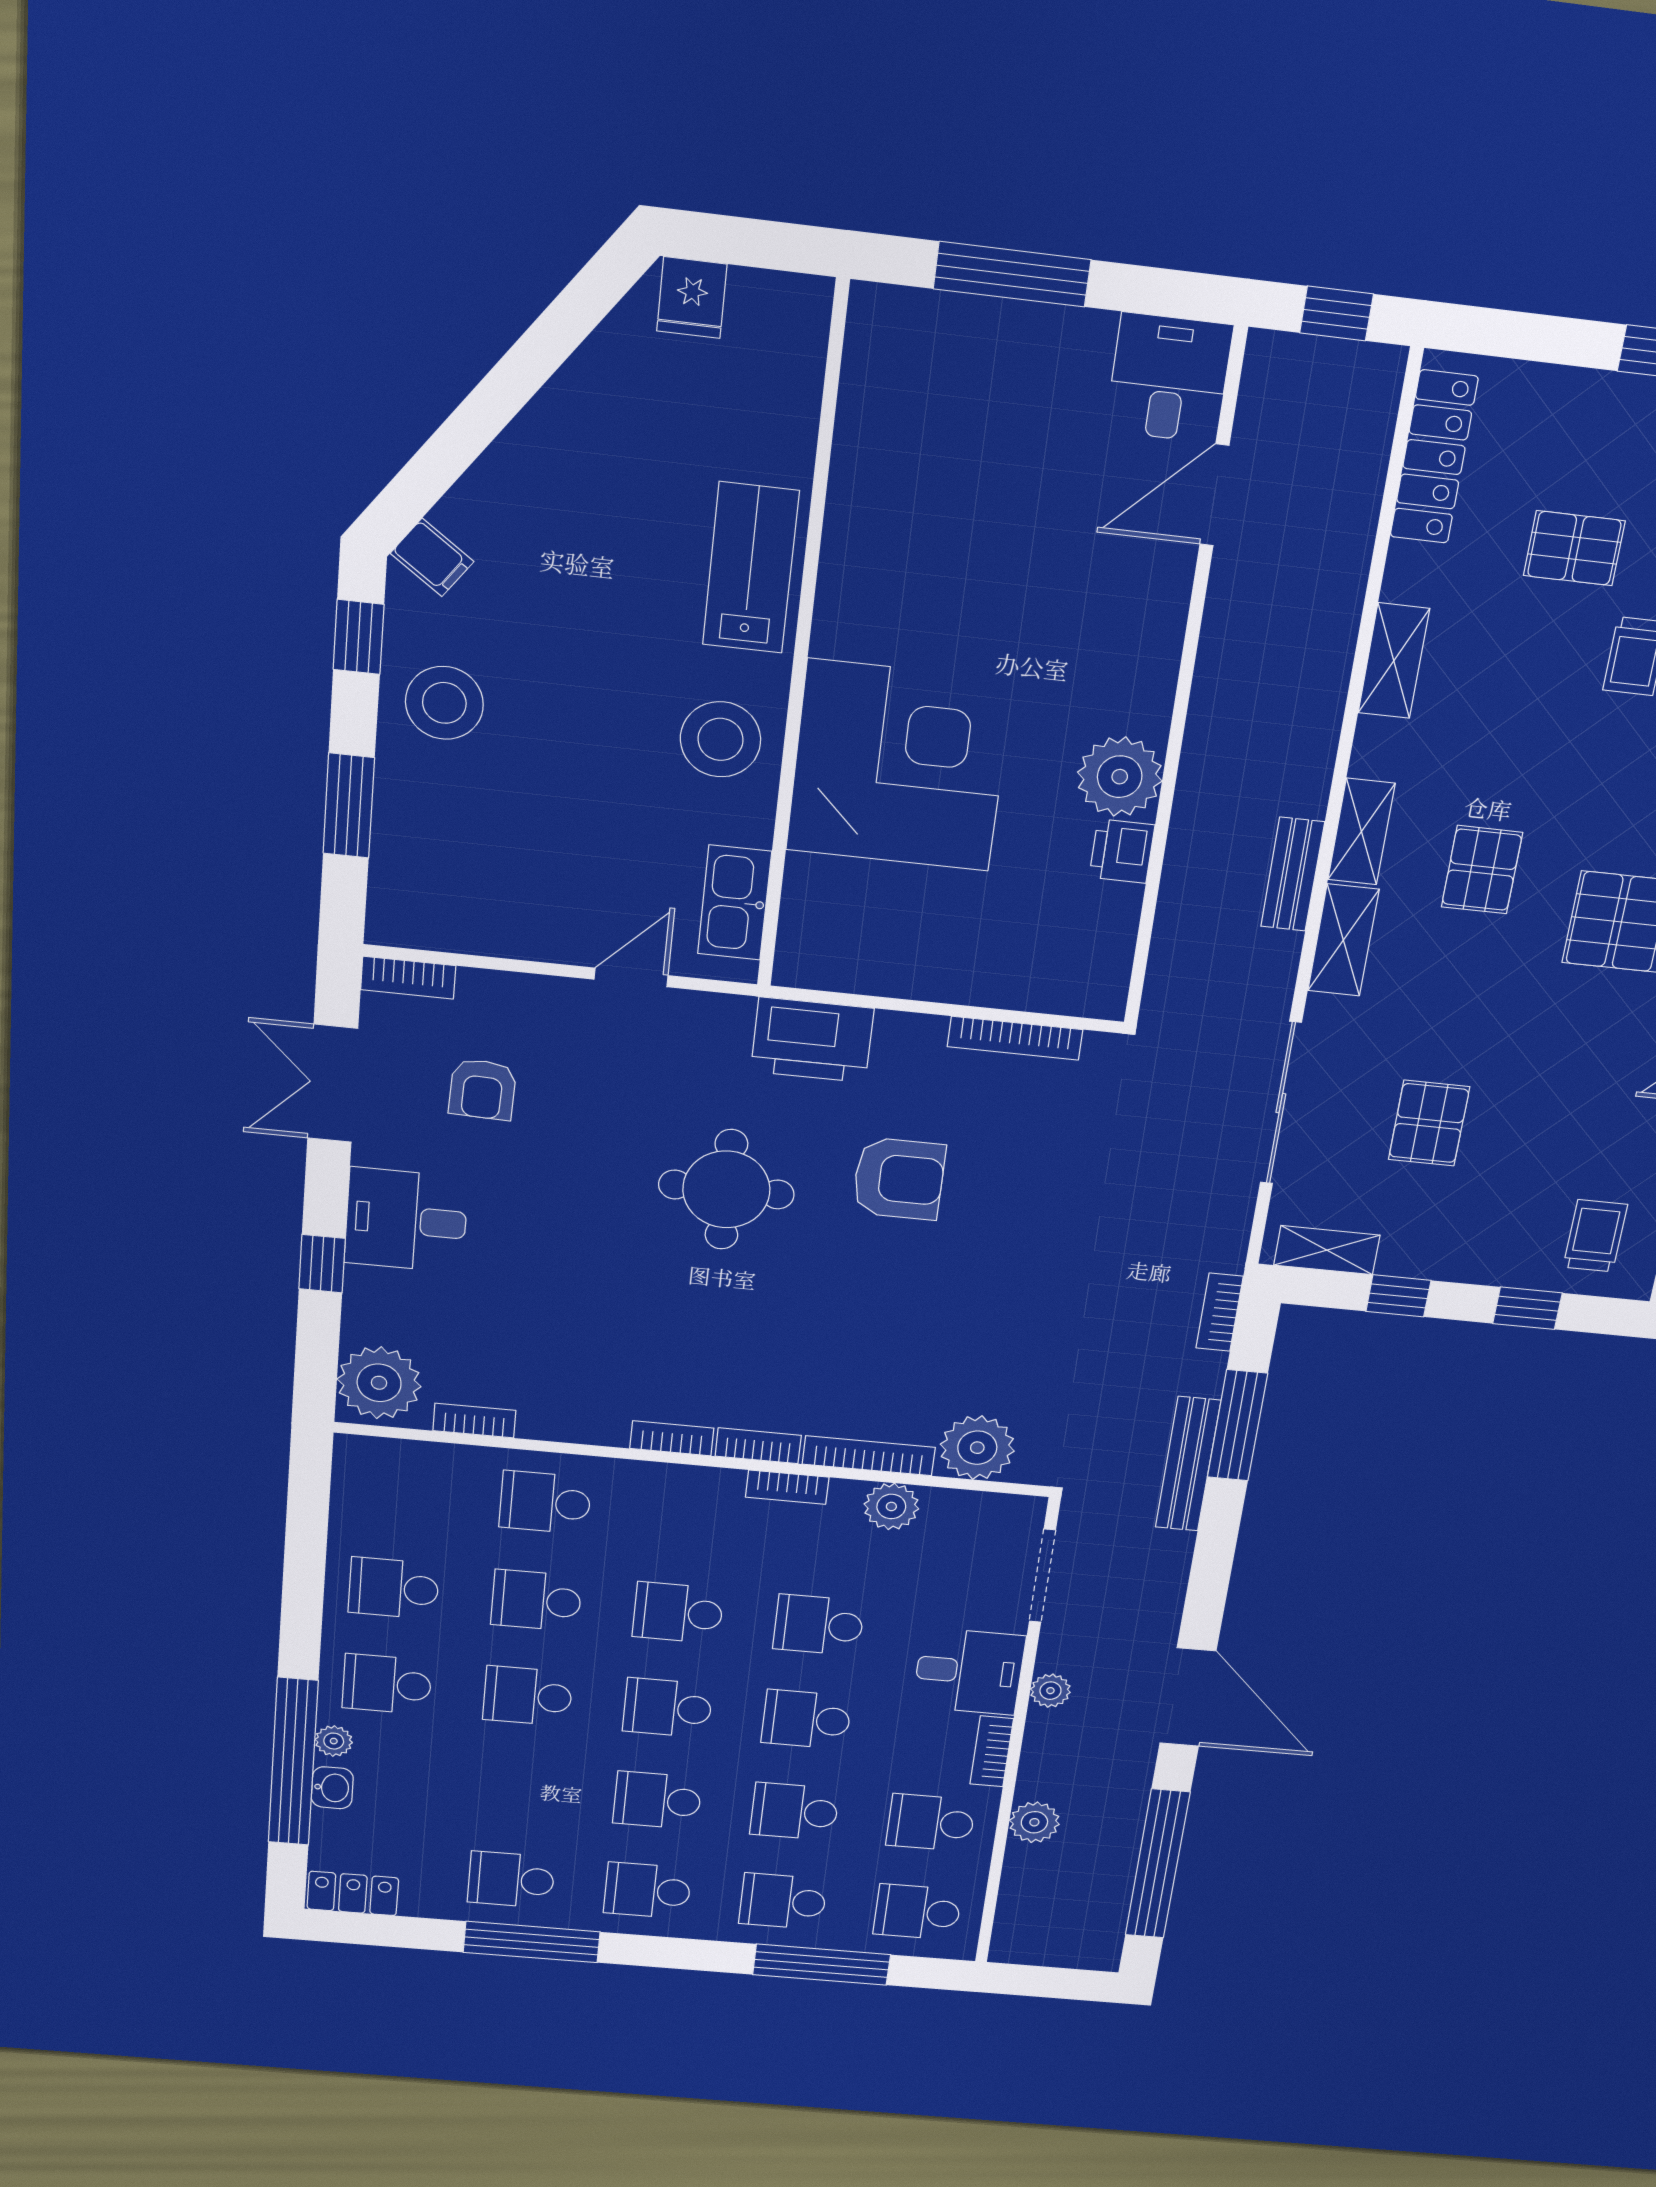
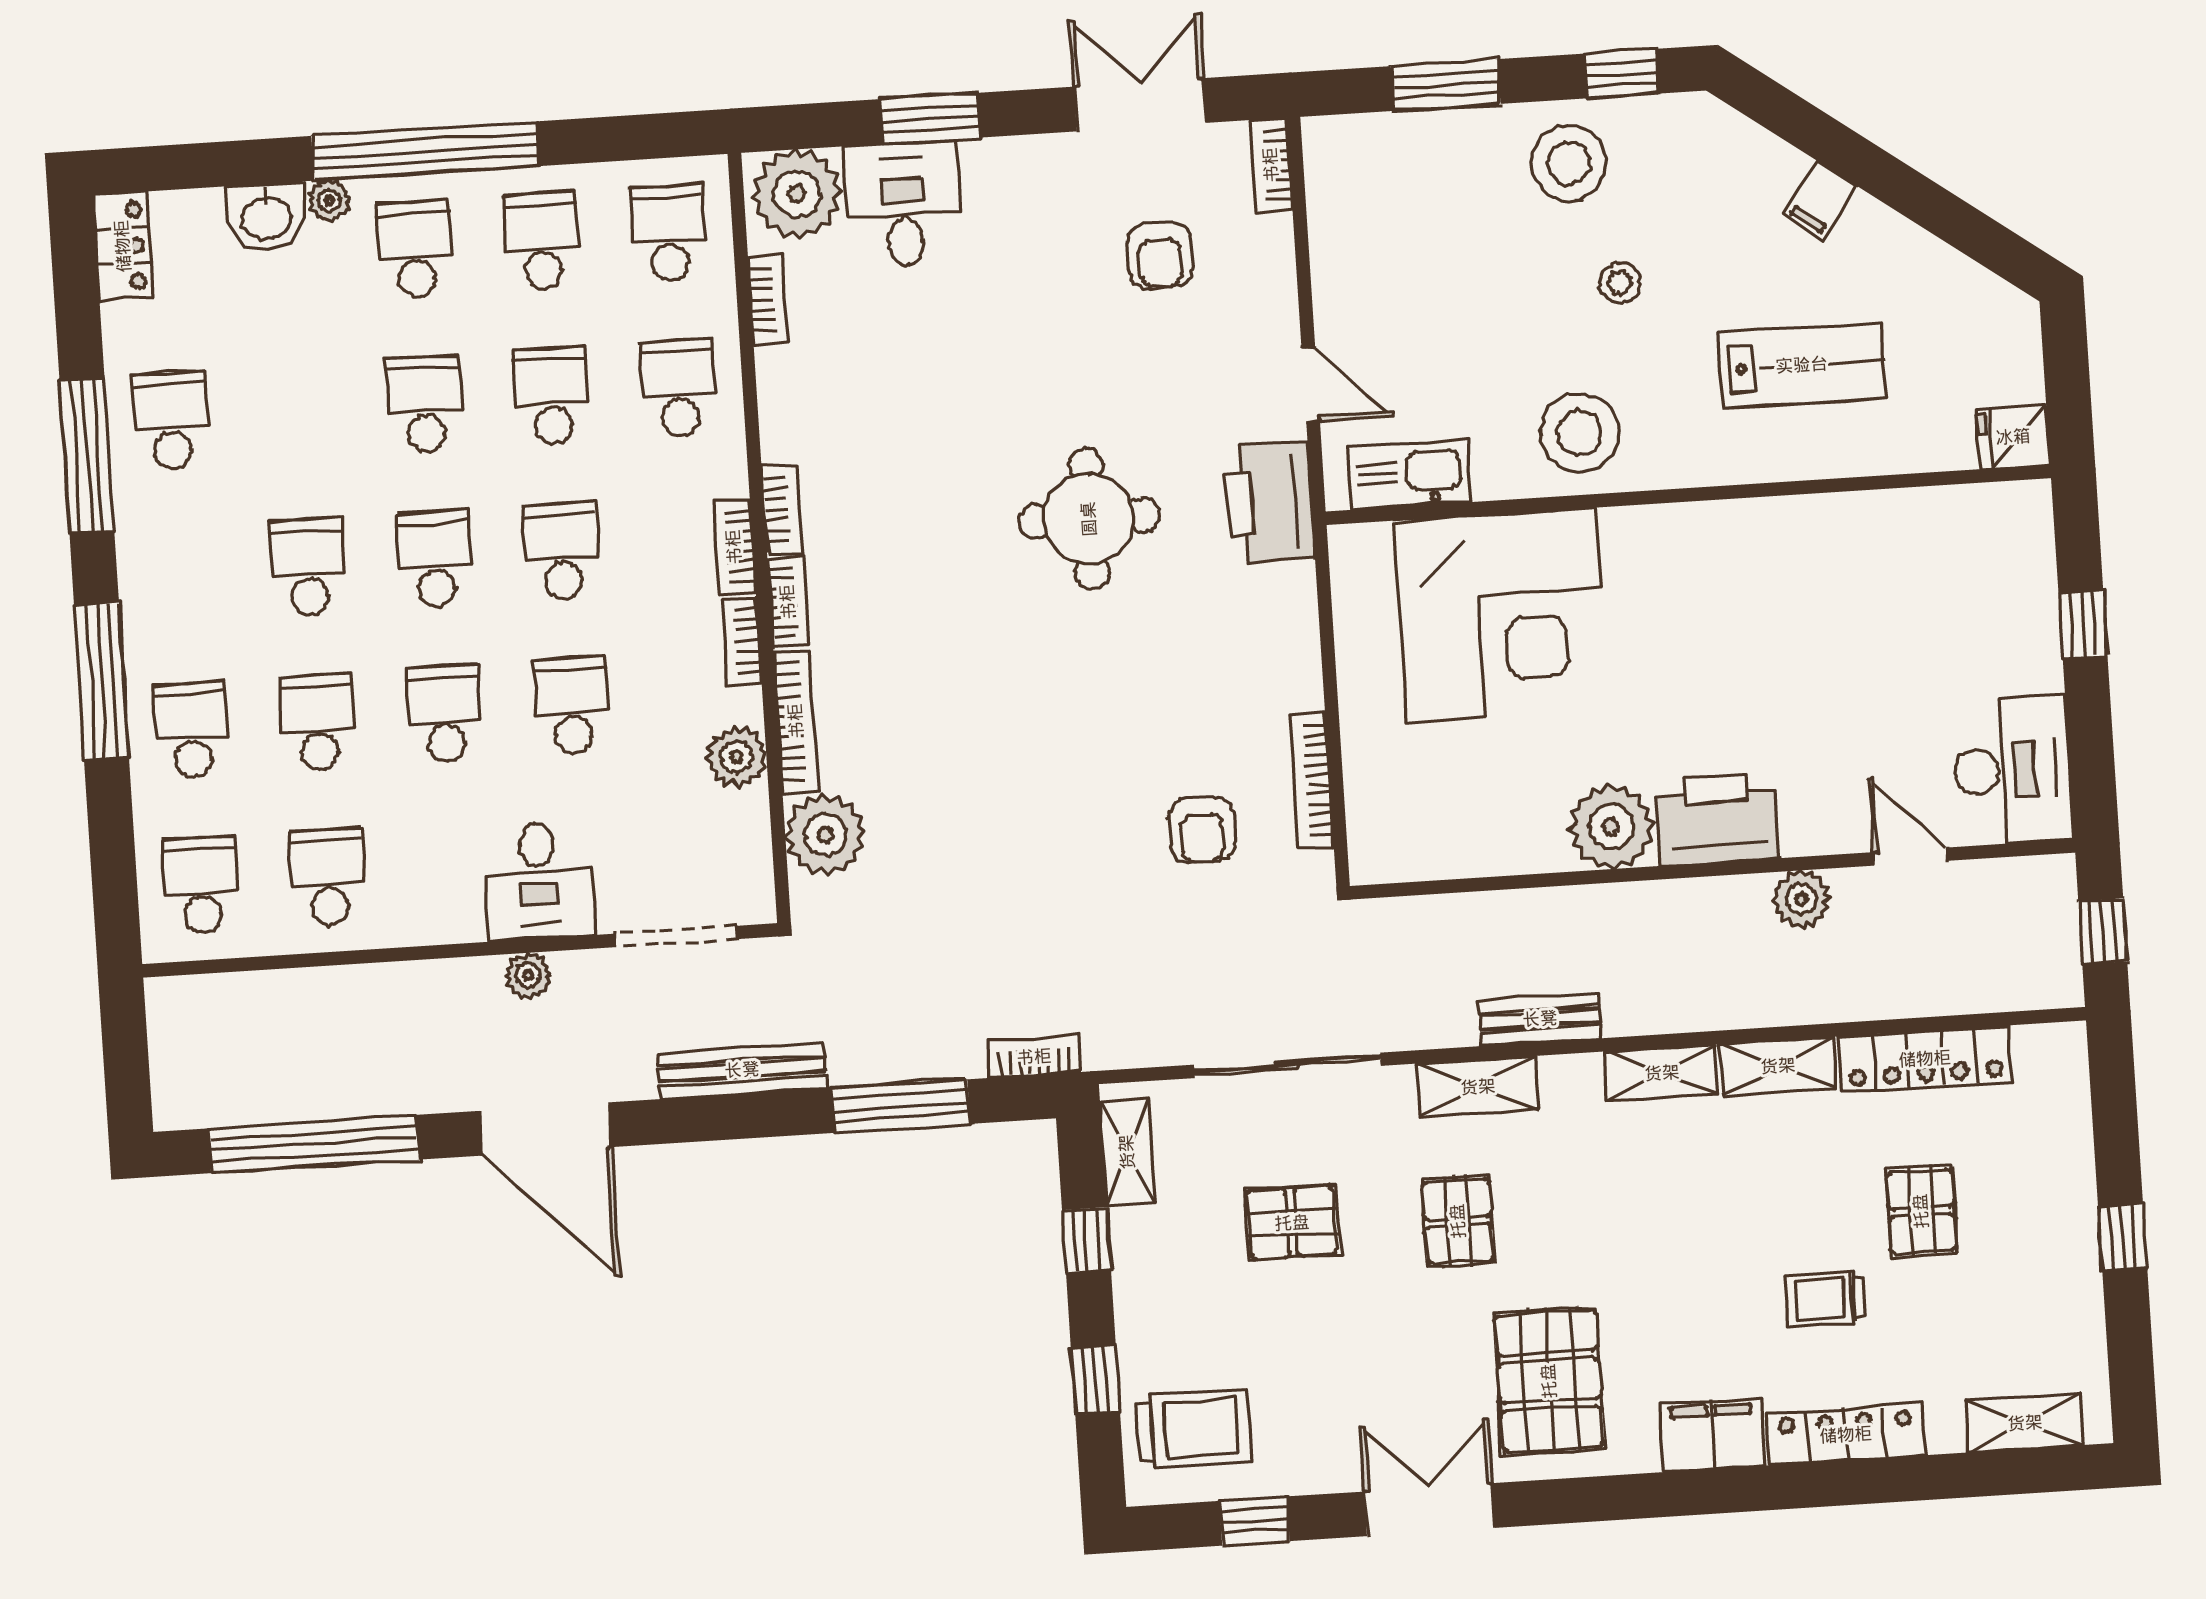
window: (1012, 274) -> (2083, 625), width x0.46
fridge: (692, 298) -> (2013, 437), moved
desk: (1169, 378) -> (2012, 770), width x1.37
locker: (1434, 457) -> (1925, 1059), moved
door: (1214, 495) -> (1910, 857), width x0.73
filing cabinet: (432, 557) -> (1820, 200), moved
lab bench: (751, 568) -> (1802, 365), moved
stool: (574, 675) -> (1620, 283), added
corner desk: (899, 766) -> (1500, 615), moved
shelving: (1361, 832) -> (1662, 1073), moved
printer: (1122, 851) -> (1717, 820), moved, width x1.87, depth x1.48
pallet: (1482, 870) -> (1458, 1221), moved, turned 90
printer: (812, 1040) -> (1269, 502), moved
armchair: (482, 1089) -> (1160, 255), turned -92
armchair: (899, 1179) -> (1202, 830), moved, width x0.72, depth x0.72
desk: (406, 1220) -> (903, 204), moved
trolley: (1595, 1236) -> (1193, 1429), width x1.36, depth x1.39
window: (322, 1264) -> (930, 118), width x1.50
bench: (1188, 1464) -> (742, 1070), moved
door: (1188, 1697) -> (545, 1129), hinge flipped
bookcase: (992, 1751) -> (734, 547), moved, turned -90
window: (293, 1762) -> (425, 151), moved
washbasin: (332, 1788) -> (266, 216), width x1.38, depth x1.45
plant: (1034, 1822) -> (1801, 899), moved
school desk: (648, 1891) -> (669, 233), moved
window: (822, 1965) -> (102, 682), moved

